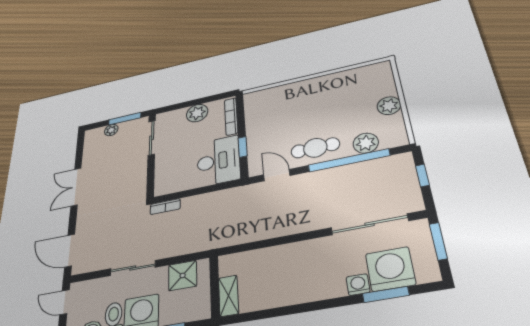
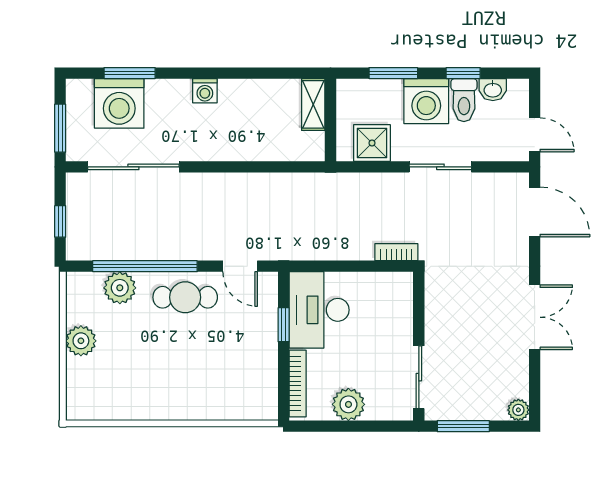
plant: (111, 130) -> (518, 410), moved
washing machine: (358, 285) -> (205, 91), moved

